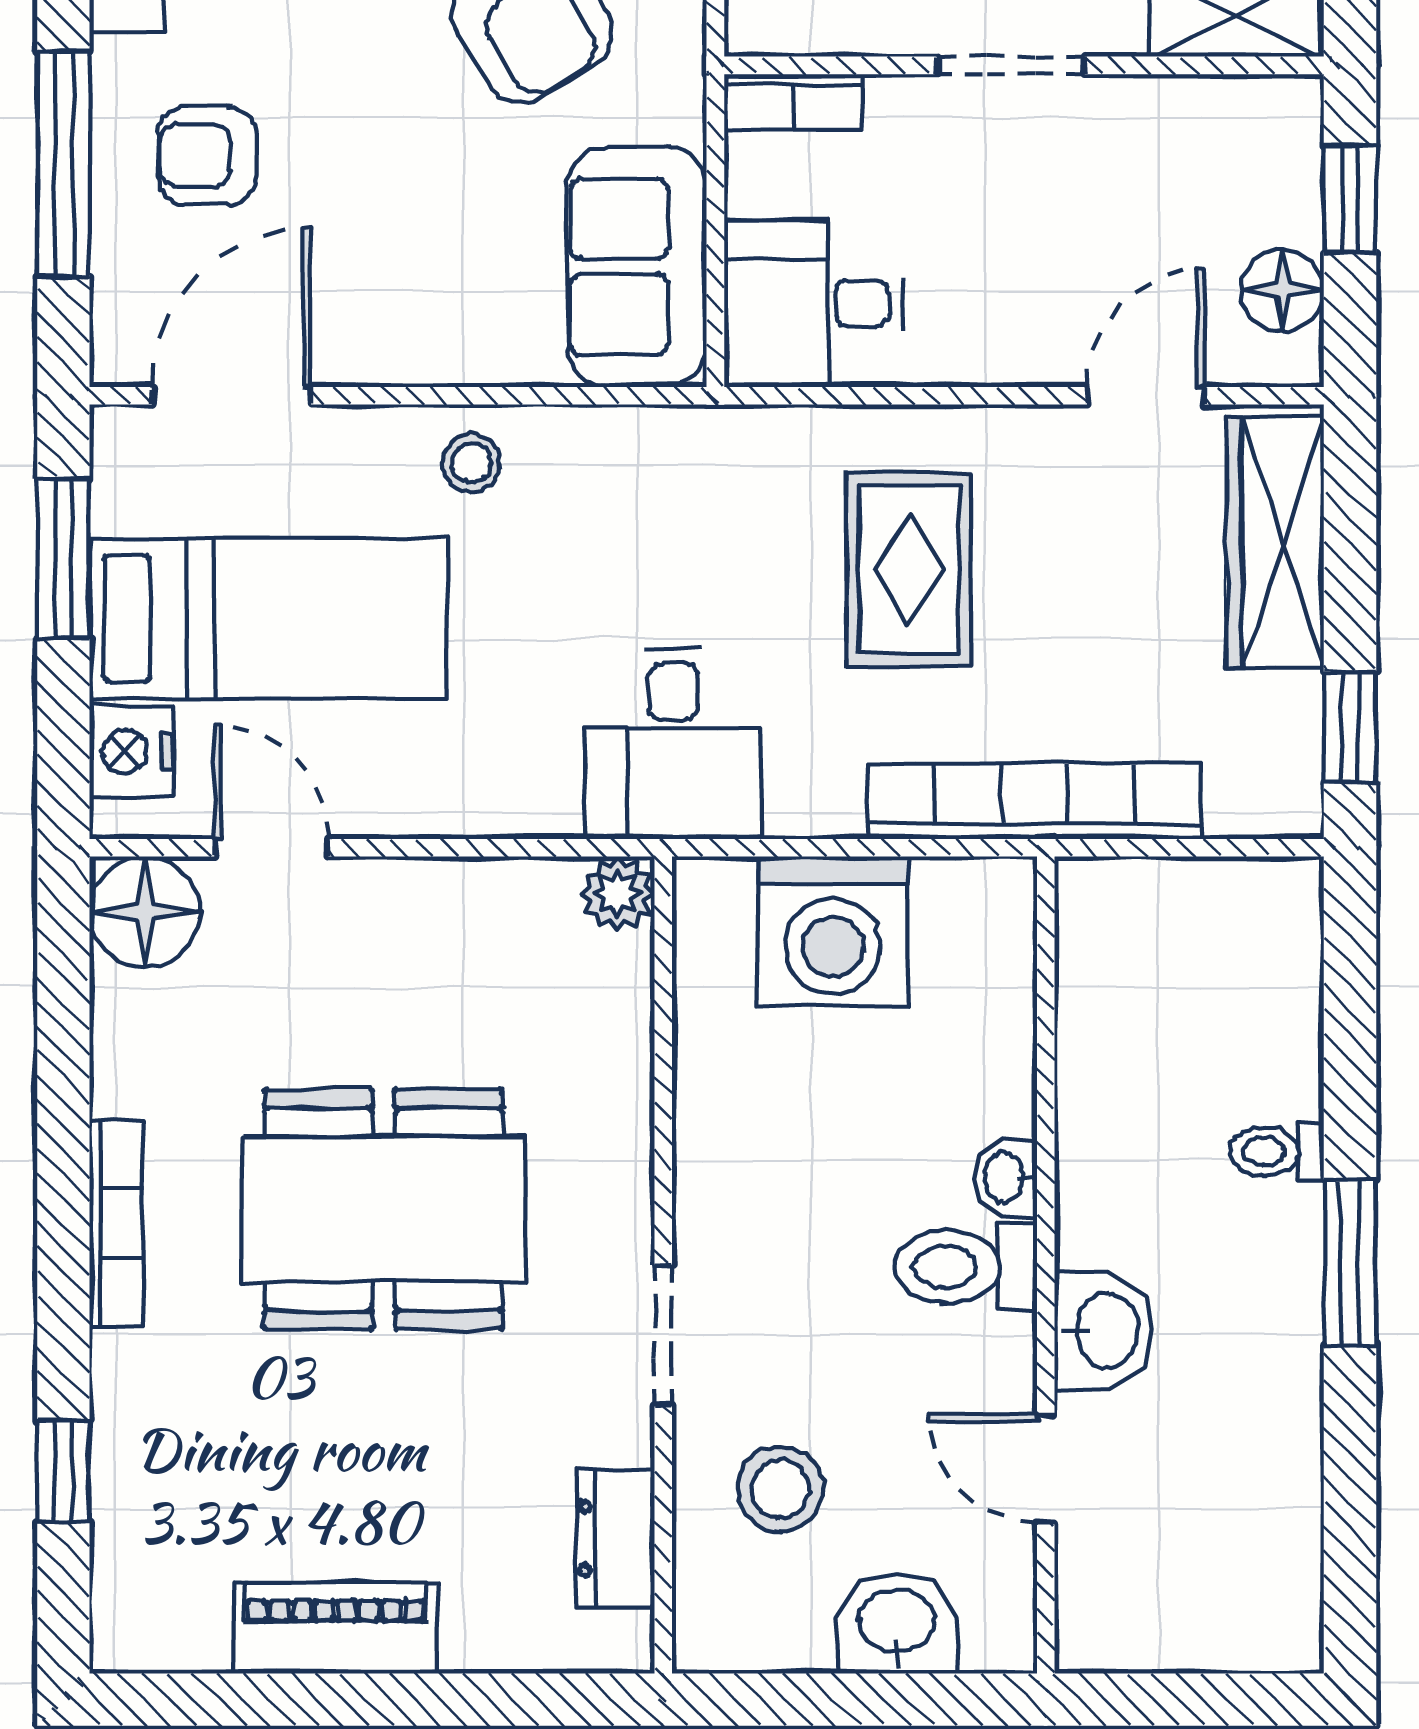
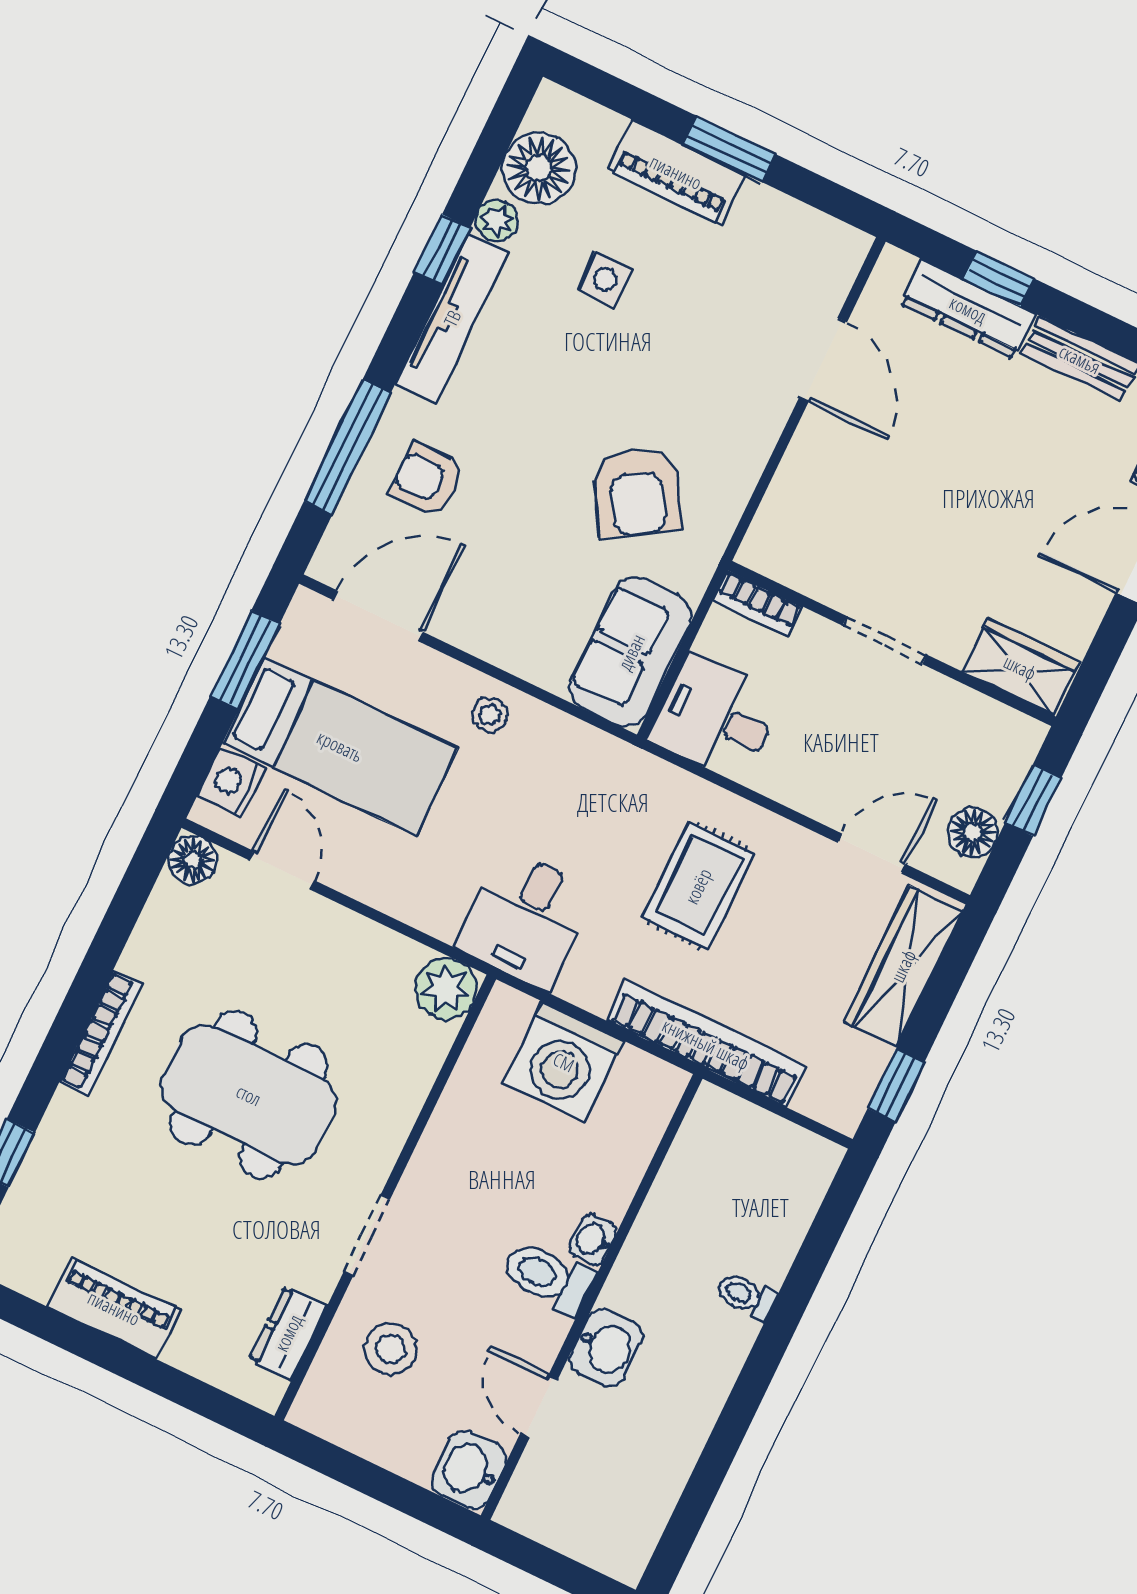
plant: (618, 893) -> (446, 989), width x1.38, depth x1.38
floor lamp: (145, 912) -> (193, 860), width x0.73, depth x0.73
window: (1350, 1262) -> (757, 1375), removed
washbasin: (897, 1623) -> (469, 1470), moved, turned -90

